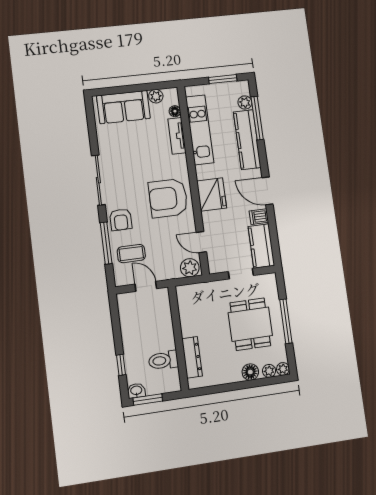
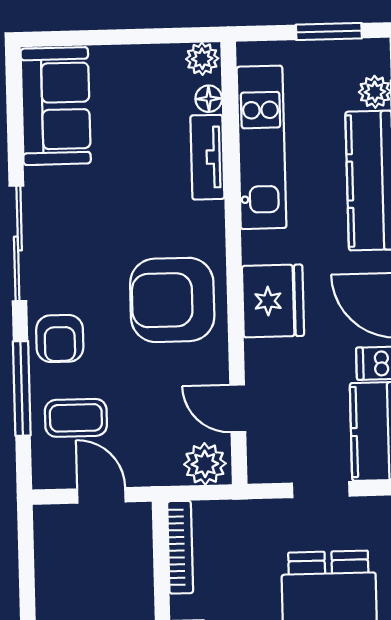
plant: (156, 96) -> (202, 59), moved
sofa: (123, 107) -> (56, 106), moved, turned -90
bookcase: (183, 305) -> (180, 547), added

